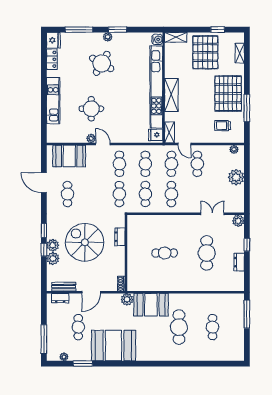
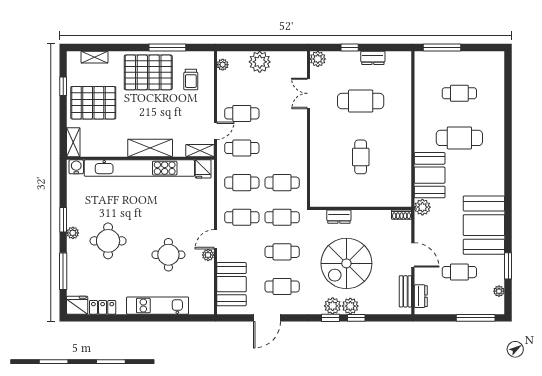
round table: (102, 63) -> (108, 241), turned -30
cafe table: (171, 194) -> (282, 252), moved
plant: (53, 259) -> (333, 306), moved

